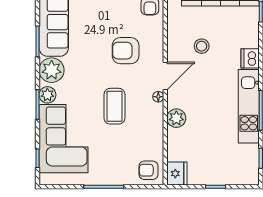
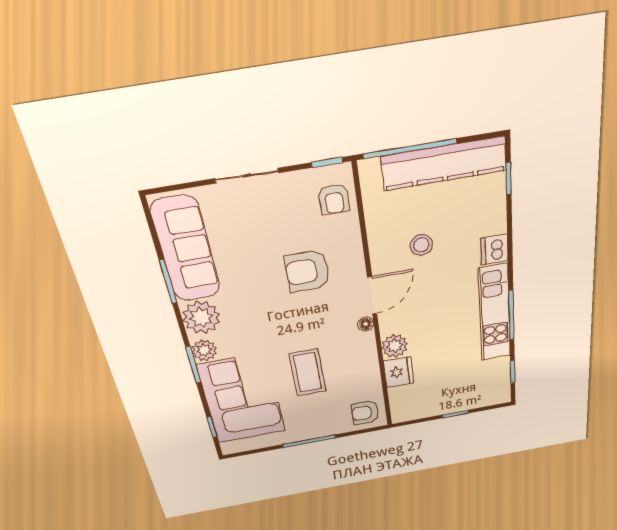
coffee table: (114, 106) -> (308, 373), moved
fridge: (177, 174) -> (399, 372), moved

